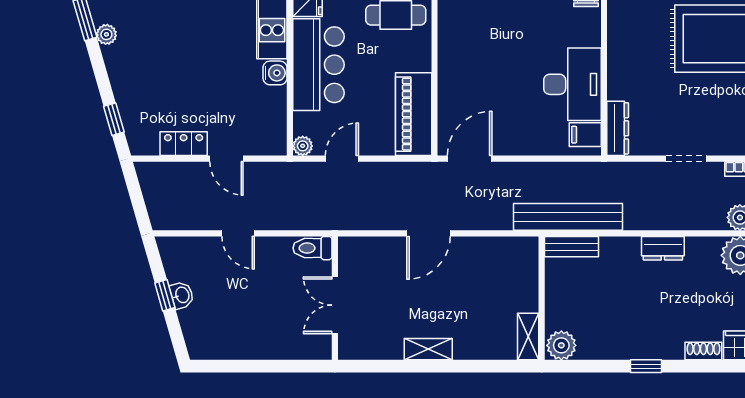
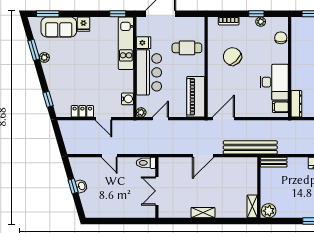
chair: (488, 32) -> (232, 56), added
water cooler: (275, 73) -> (127, 99), moved
bench: (568, 217) -> (250, 147), moved

